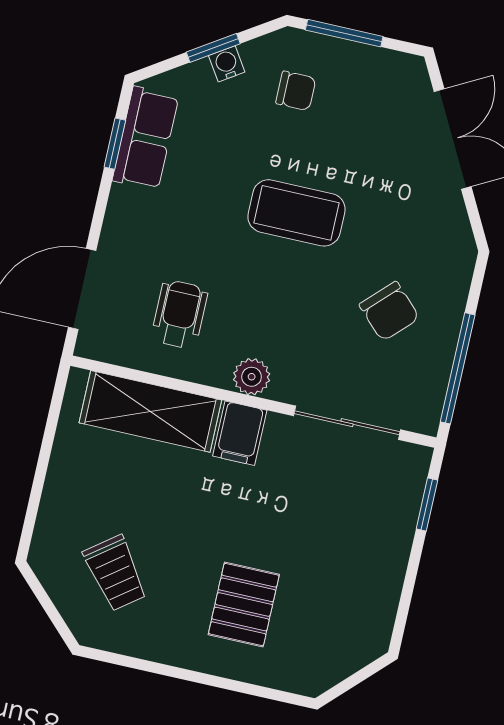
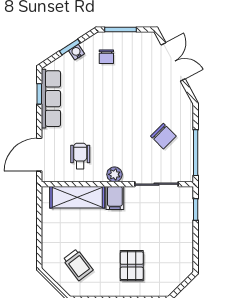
chair: (296, 91) -> (106, 57), turned 90
row of seats: (146, 138) -> (51, 99), width x1.48
coffee table: (296, 213) -> (118, 105), removed

